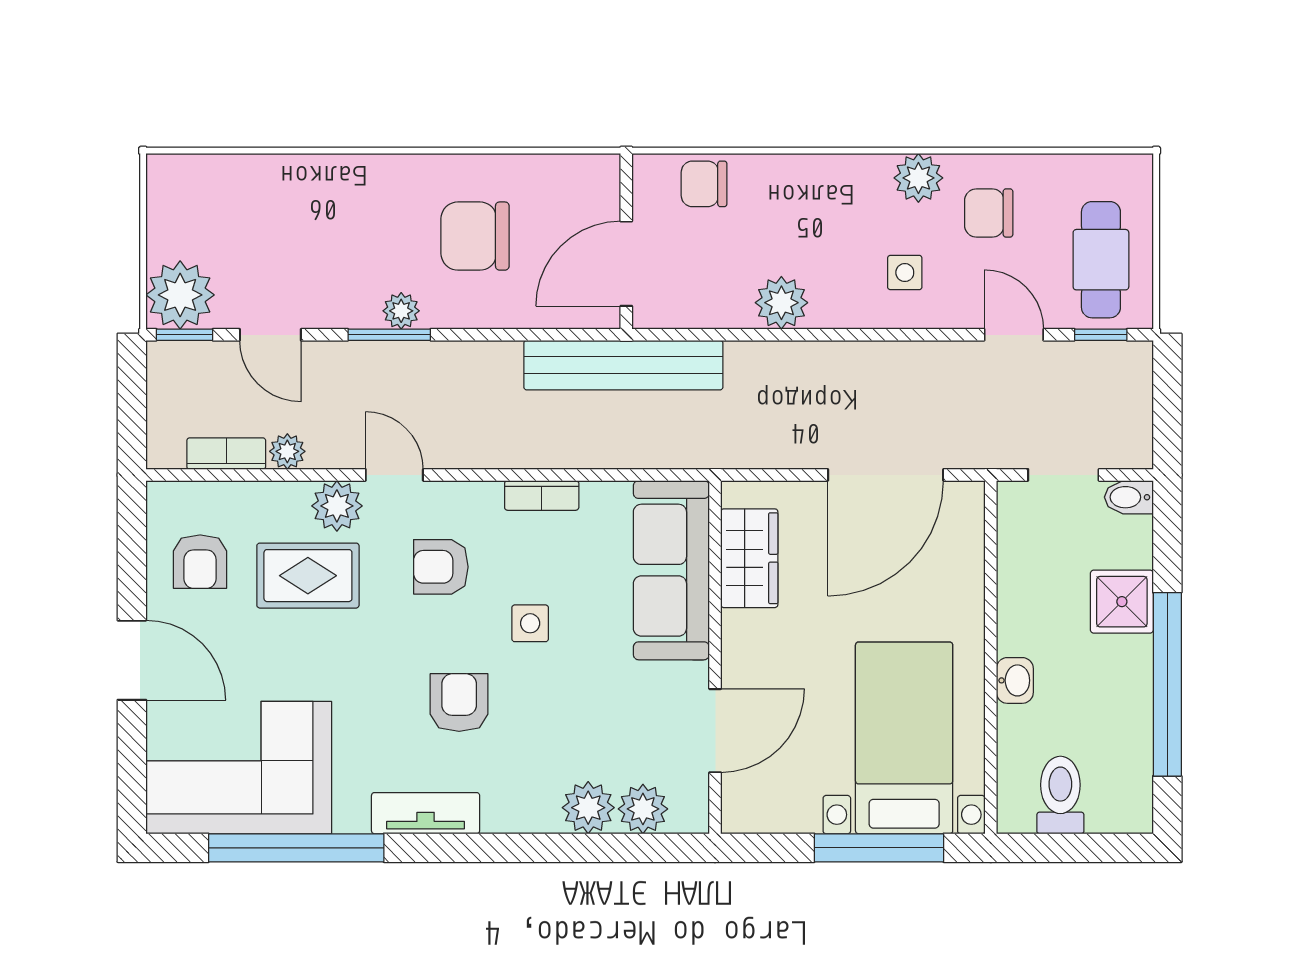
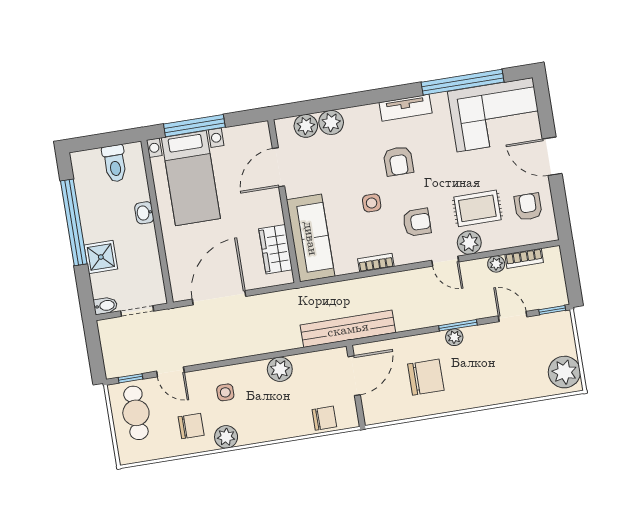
plant: (180, 295) -> (564, 372), moved

